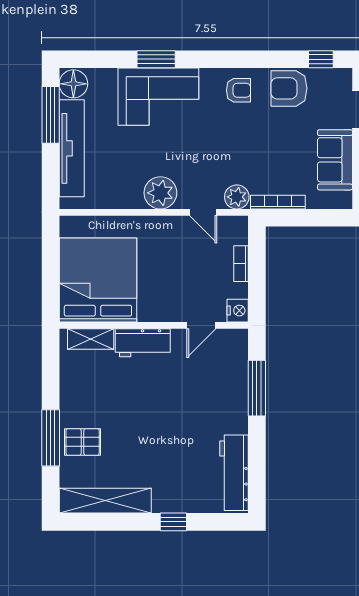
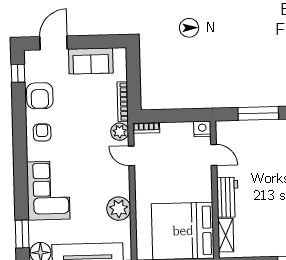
window: (156, 59) -> (22, 234), moved
plant: (160, 193) -> (119, 209), moved
door: (203, 212) -> (132, 156), swing flipped
bookcase: (241, 264) -> (146, 128), moved

